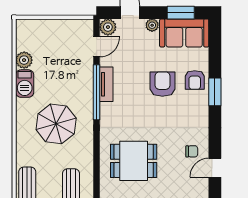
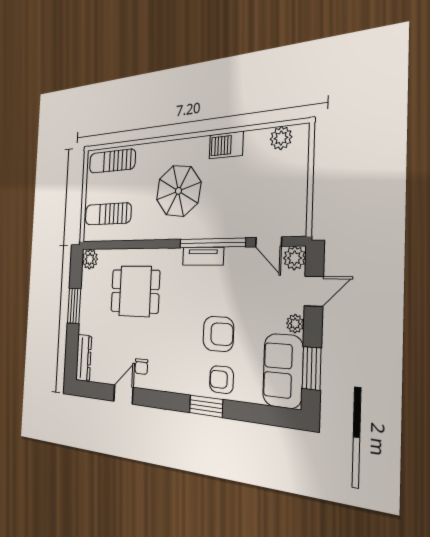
plant: (24, 60) -> (281, 138), moved
tv unit: (106, 84) -> (203, 256), moved
dining table: (134, 161) -> (135, 291), turned 90
door: (215, 168) -> (123, 394), hinge flipped

